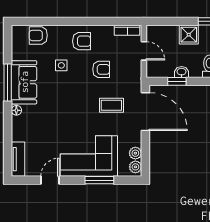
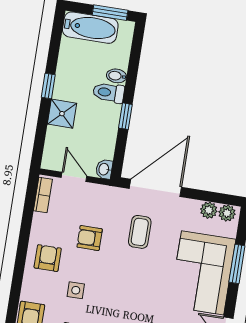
door: (144, 51) -> (74, 177), hinge flipped
armchair: (101, 69) -> (90, 238), turned -90
washbasin: (182, 72) -> (104, 169), moved
window: (177, 81) -> (125, 116), moved

